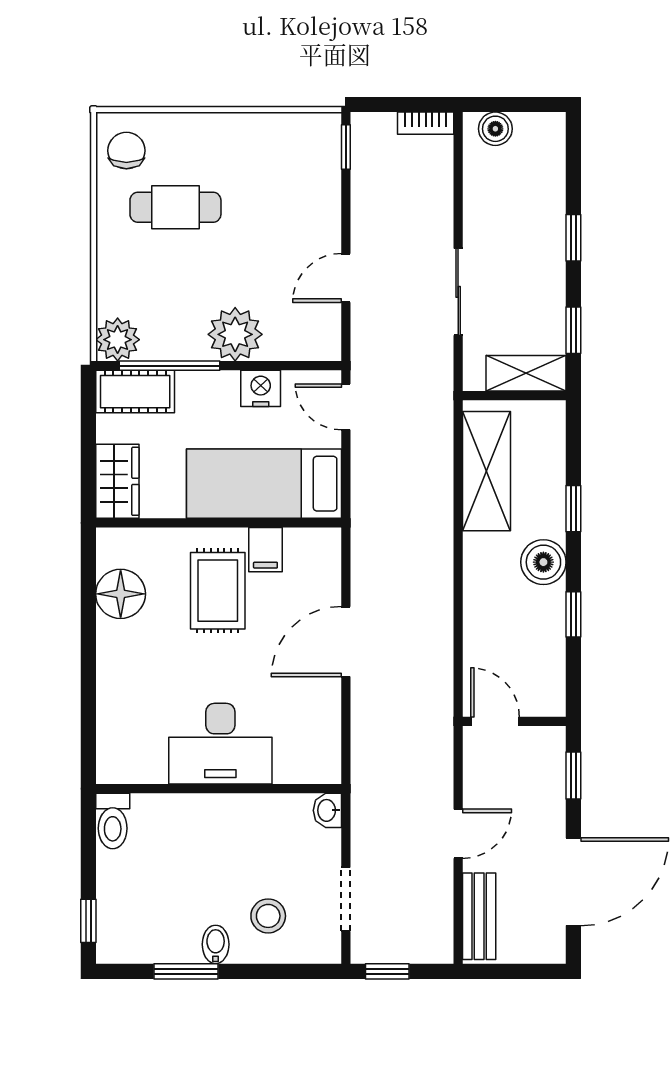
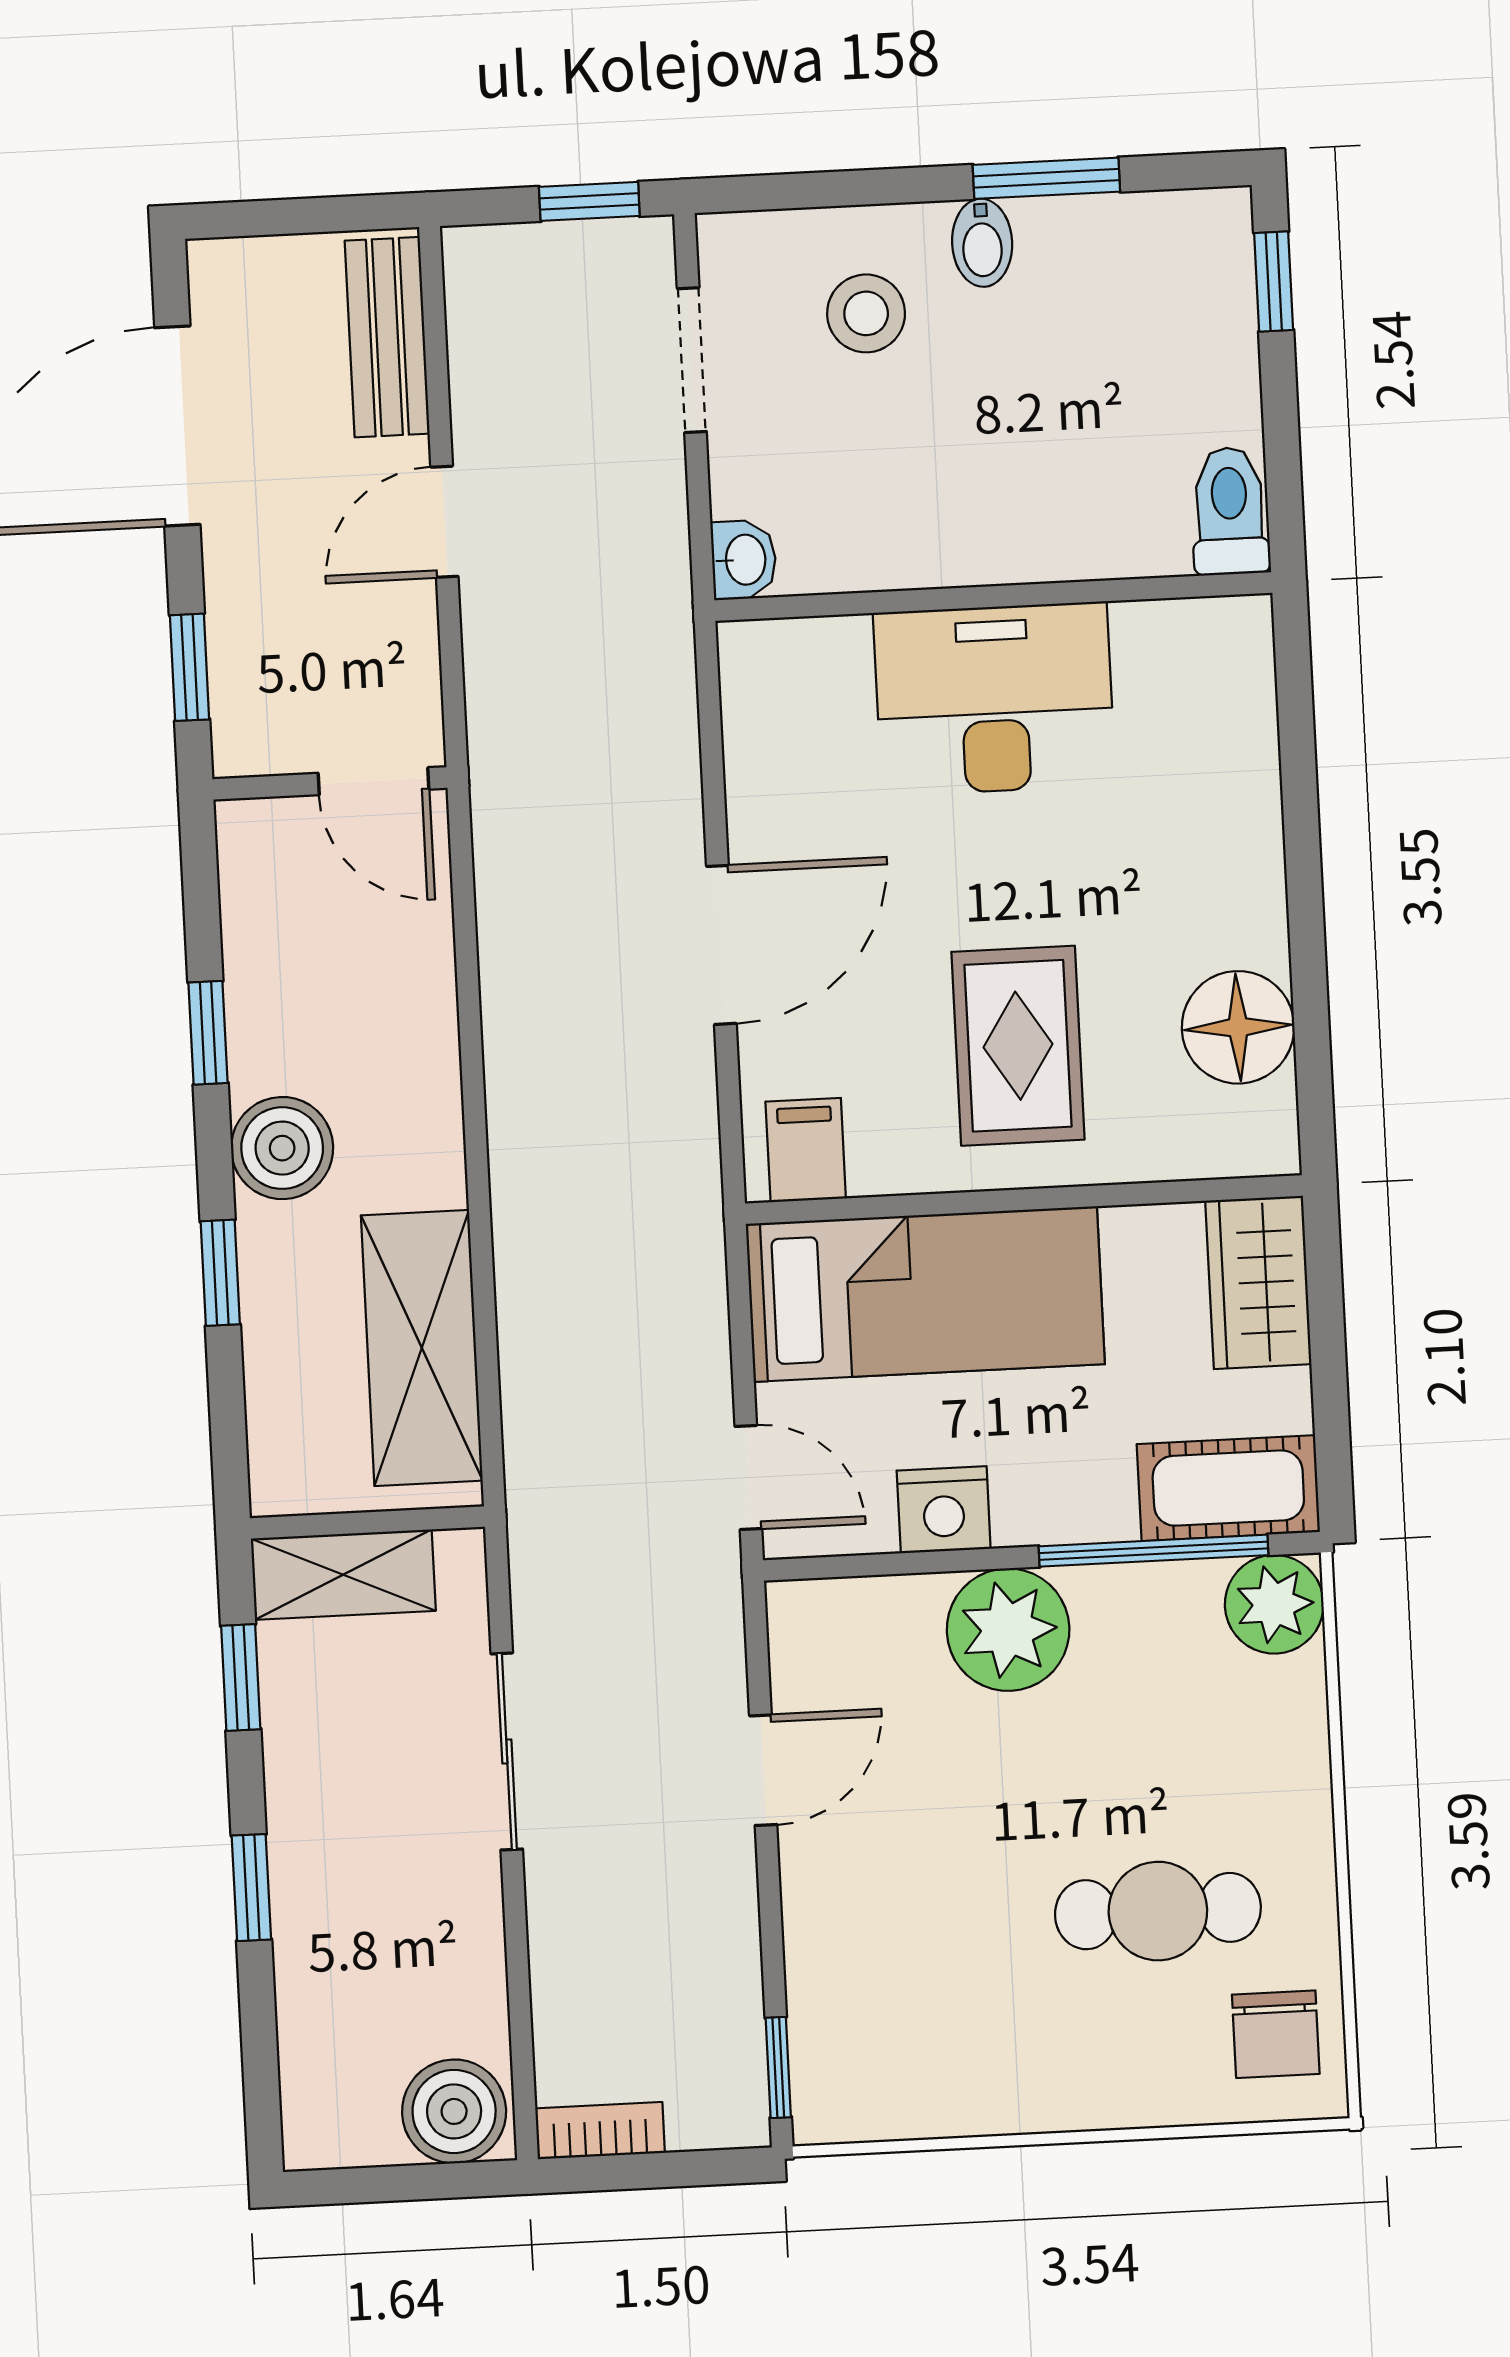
boiler: (495, 129) -> (454, 2111), width x1.36, depth x1.36
filing cabinet: (265, 550) -> (806, 1150), moved

